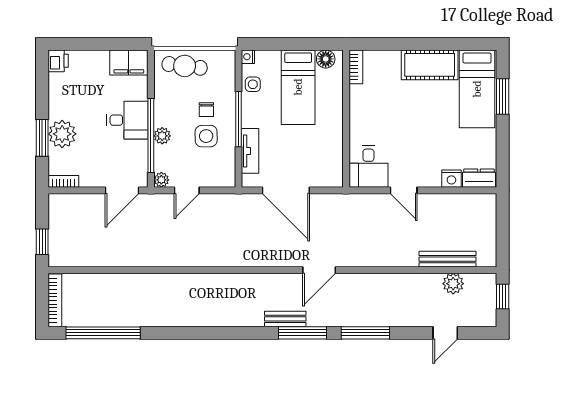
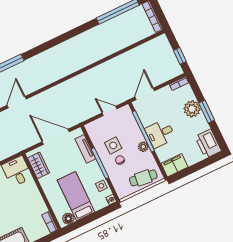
printer: (58, 61) -> (208, 144), width x1.87, depth x1.48
plant: (162, 136) -> (143, 147), moved
window: (42, 138) -> (207, 112), moved
wardrobe: (332, 160) -> (39, 165), added
plant: (161, 180) -> (126, 110), removed
door: (187, 190) -> (109, 111), hinge flipped
window: (42, 242) -> (180, 56), moved
bench: (285, 319) -> (22, 67), removed

